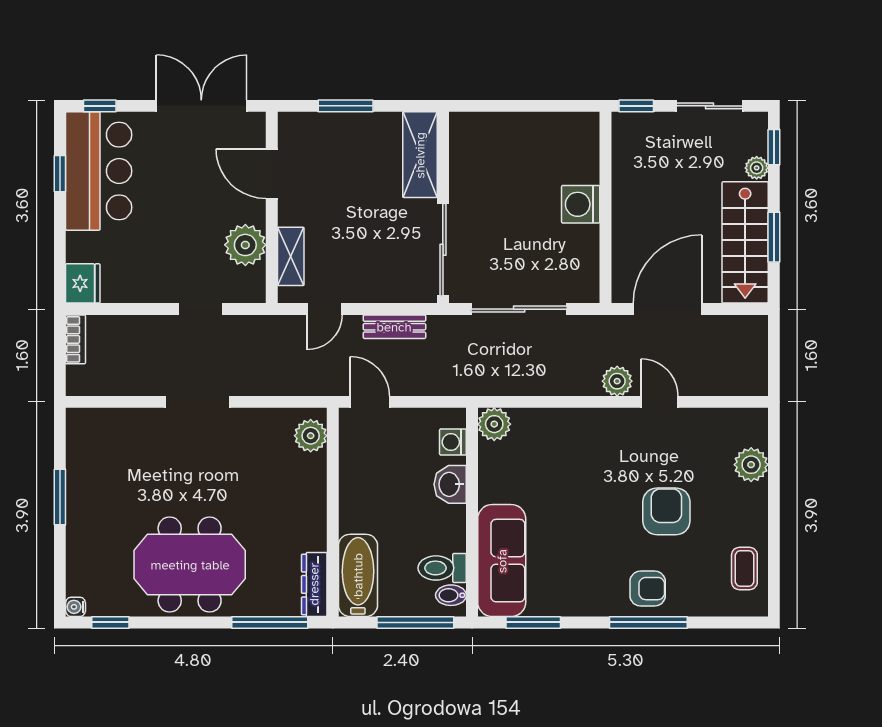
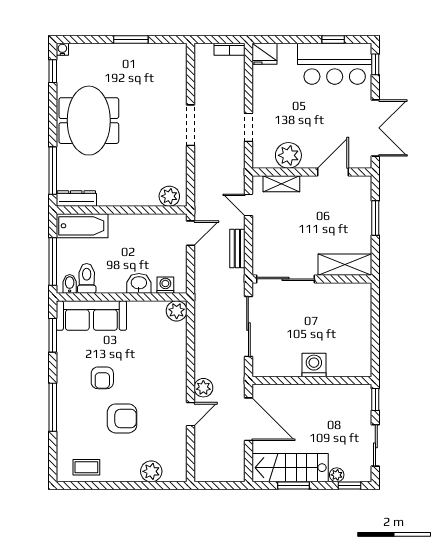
armchair: (648, 589) -> (102, 378), moved

